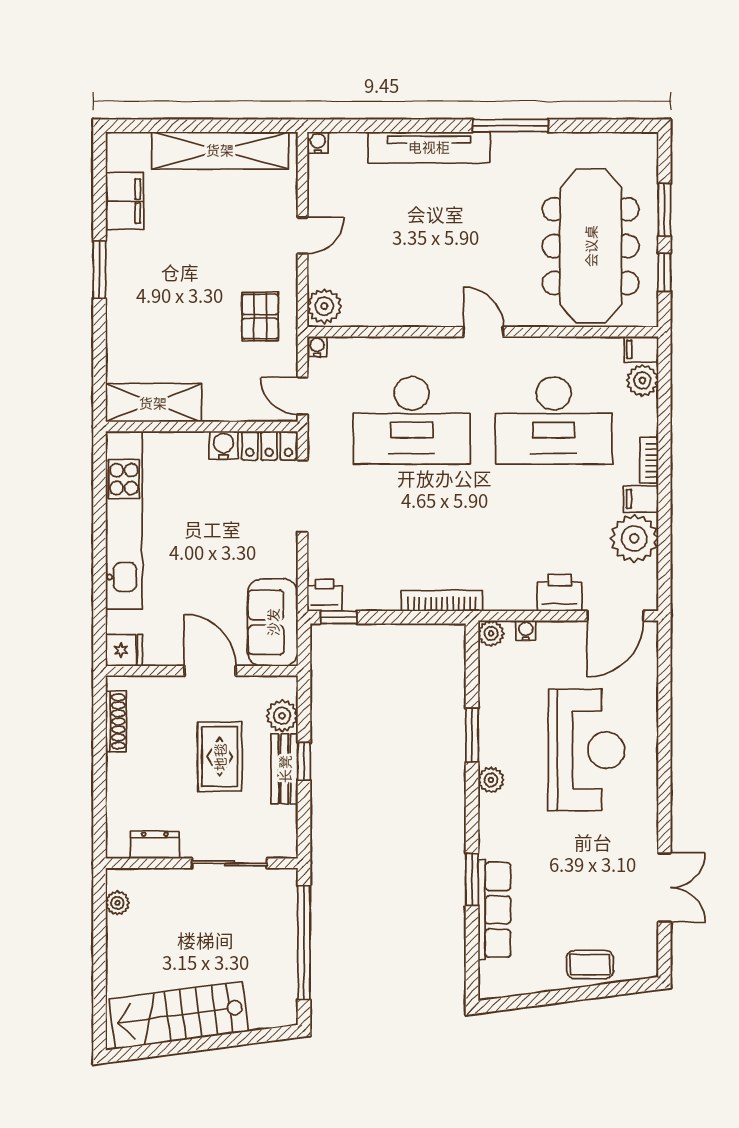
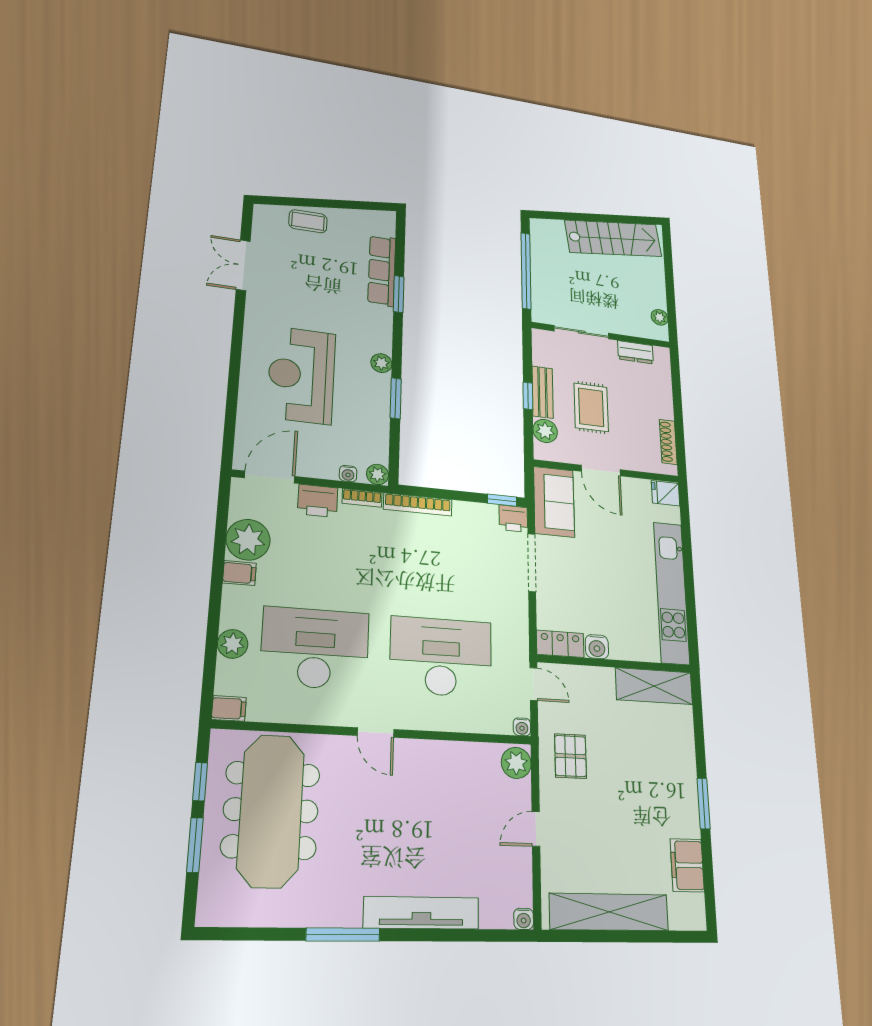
plant: (642, 380) -> (233, 644), moved
bookcase: (649, 460) -> (362, 498), moved, turned 90
doorway: (302, 496) -> (532, 563), moved

